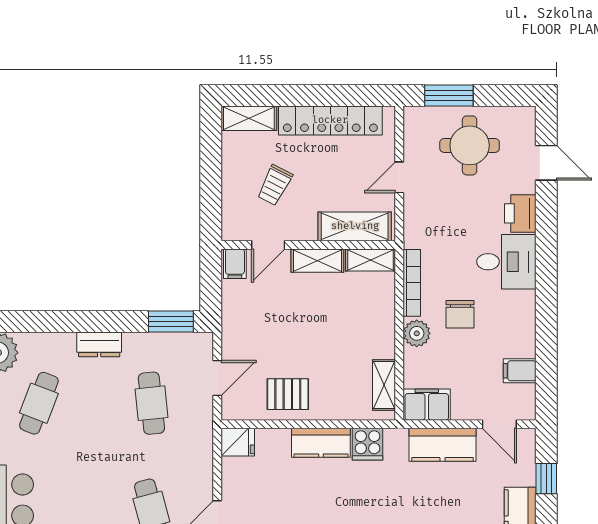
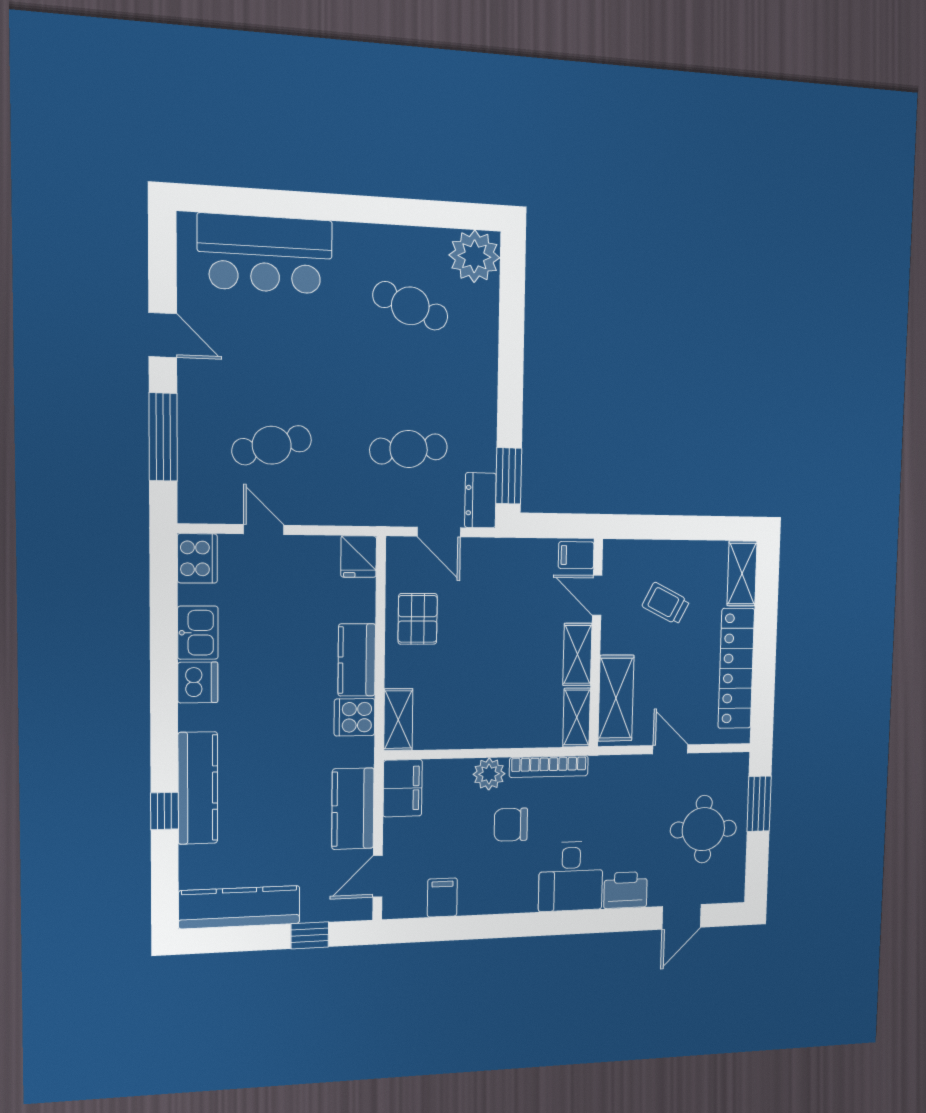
dresser: (99, 344) -> (480, 500), moved
shelving: (384, 385) -> (398, 720), moved, turned 90

